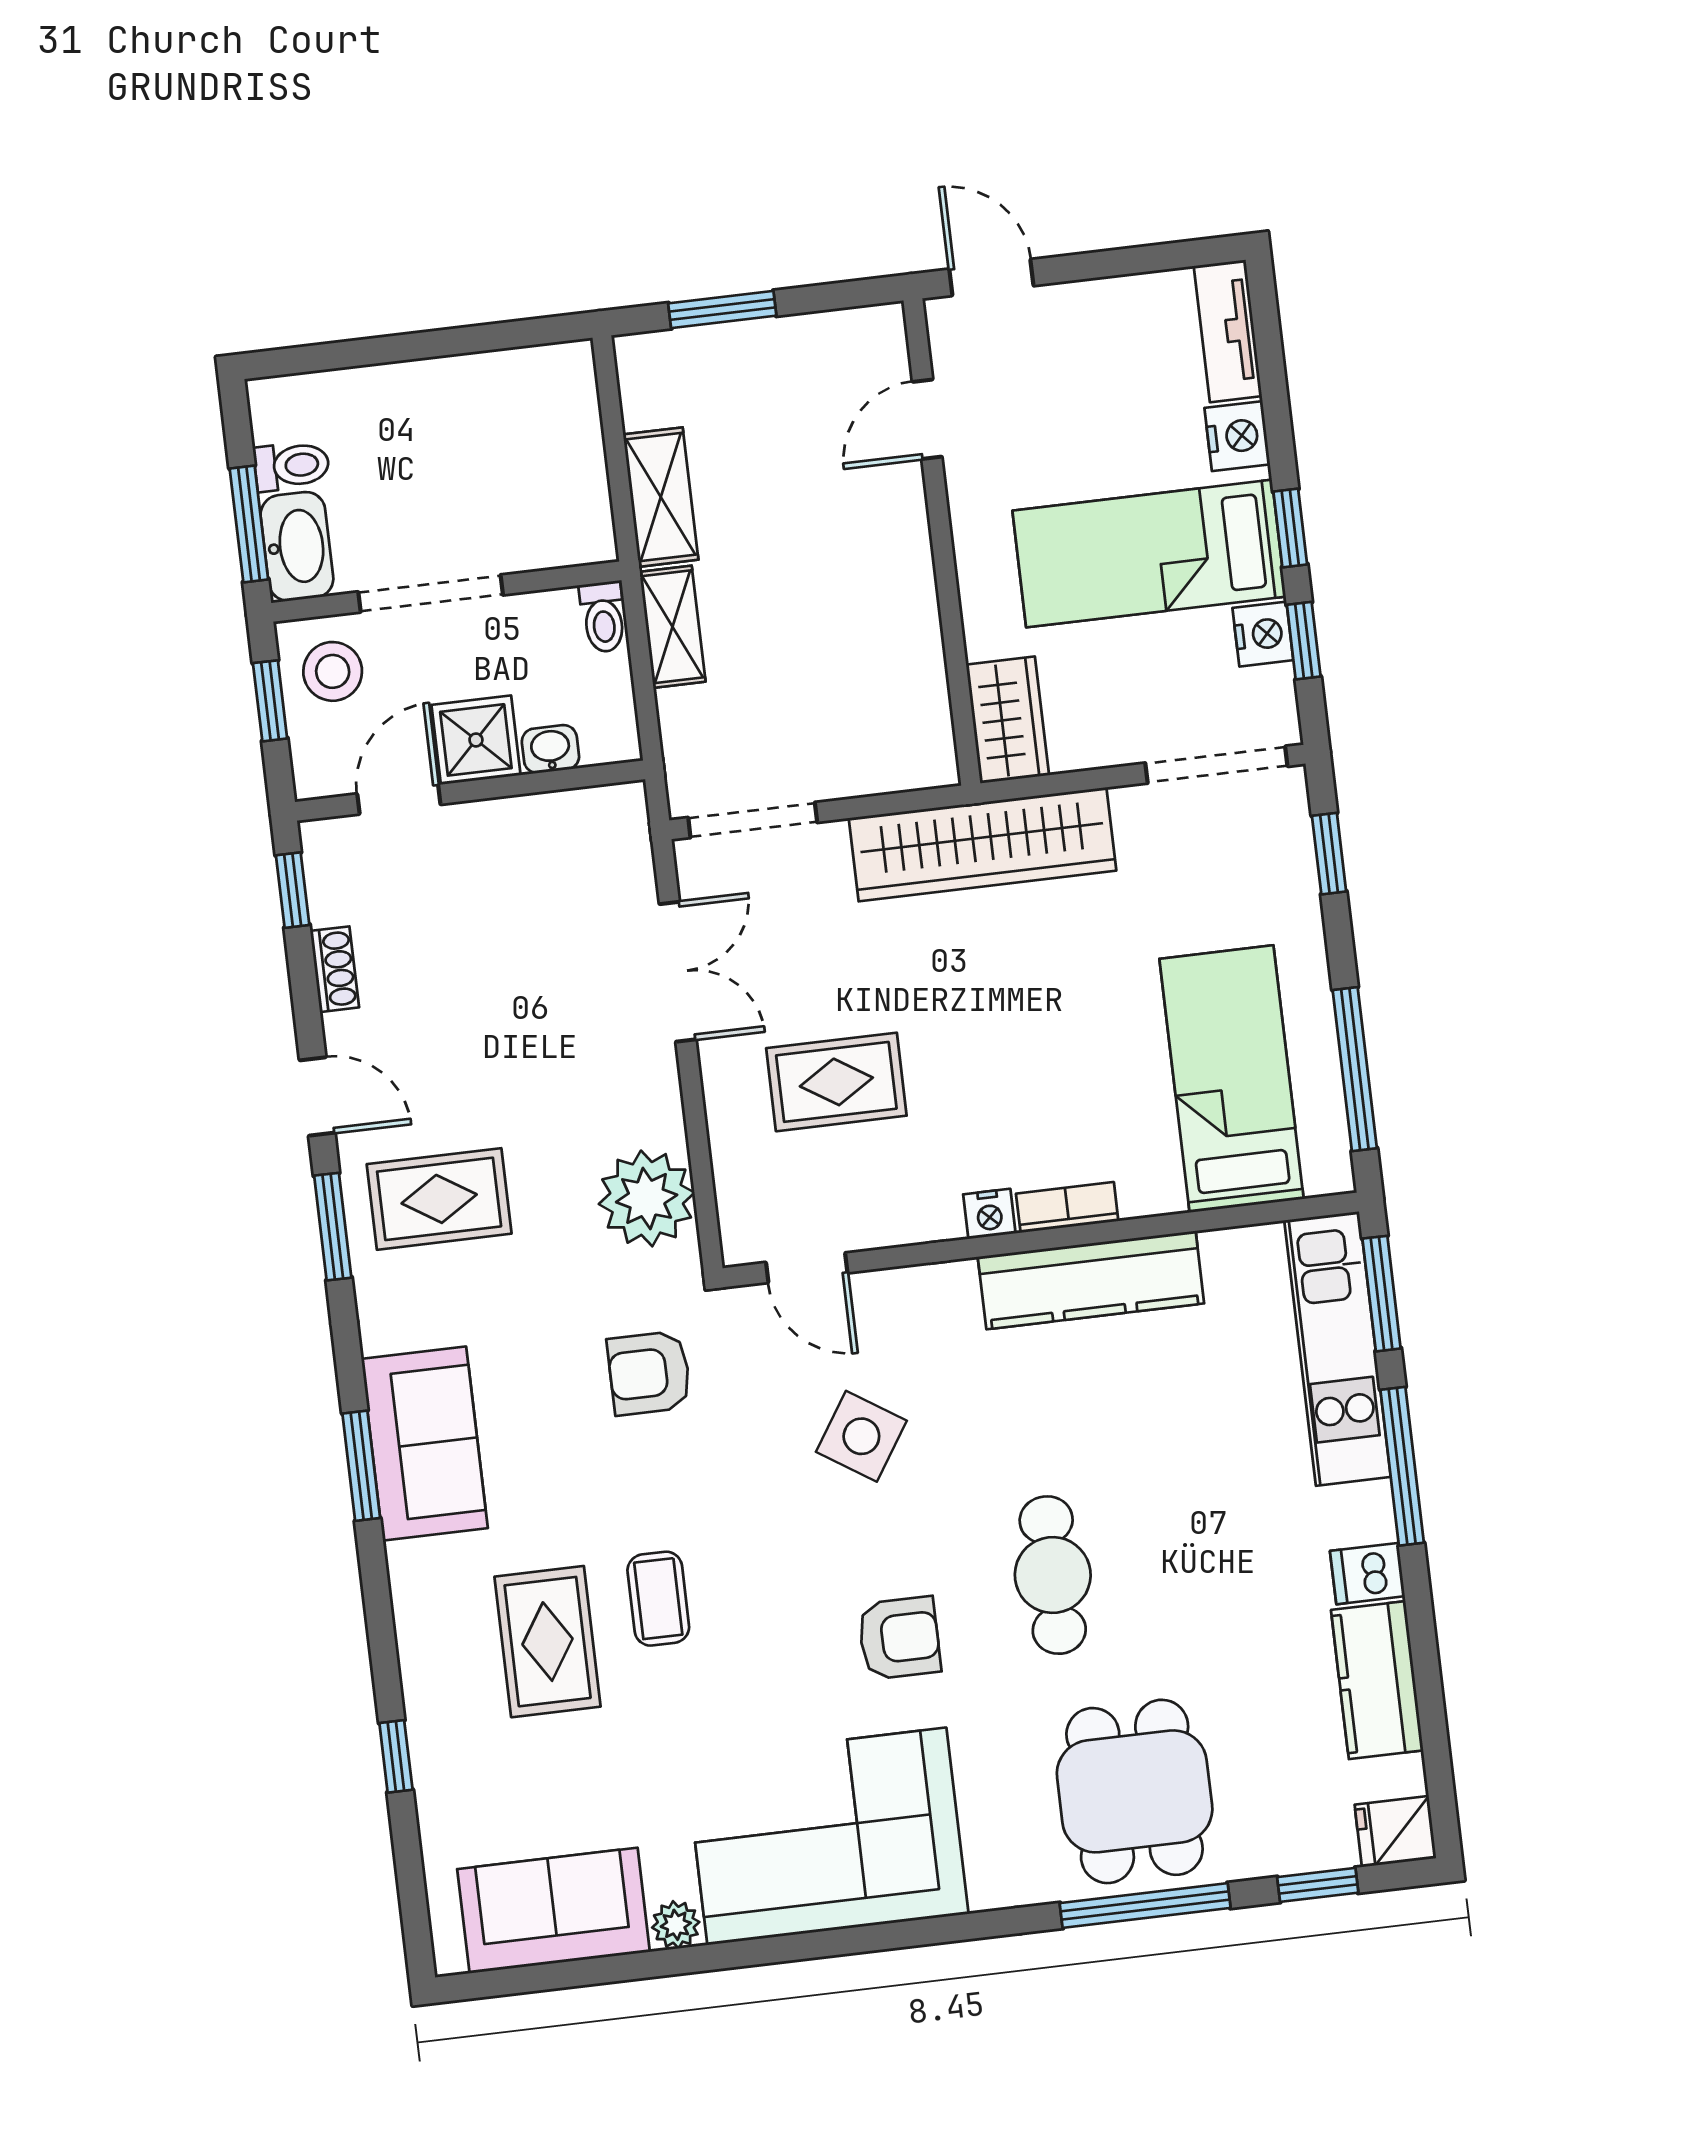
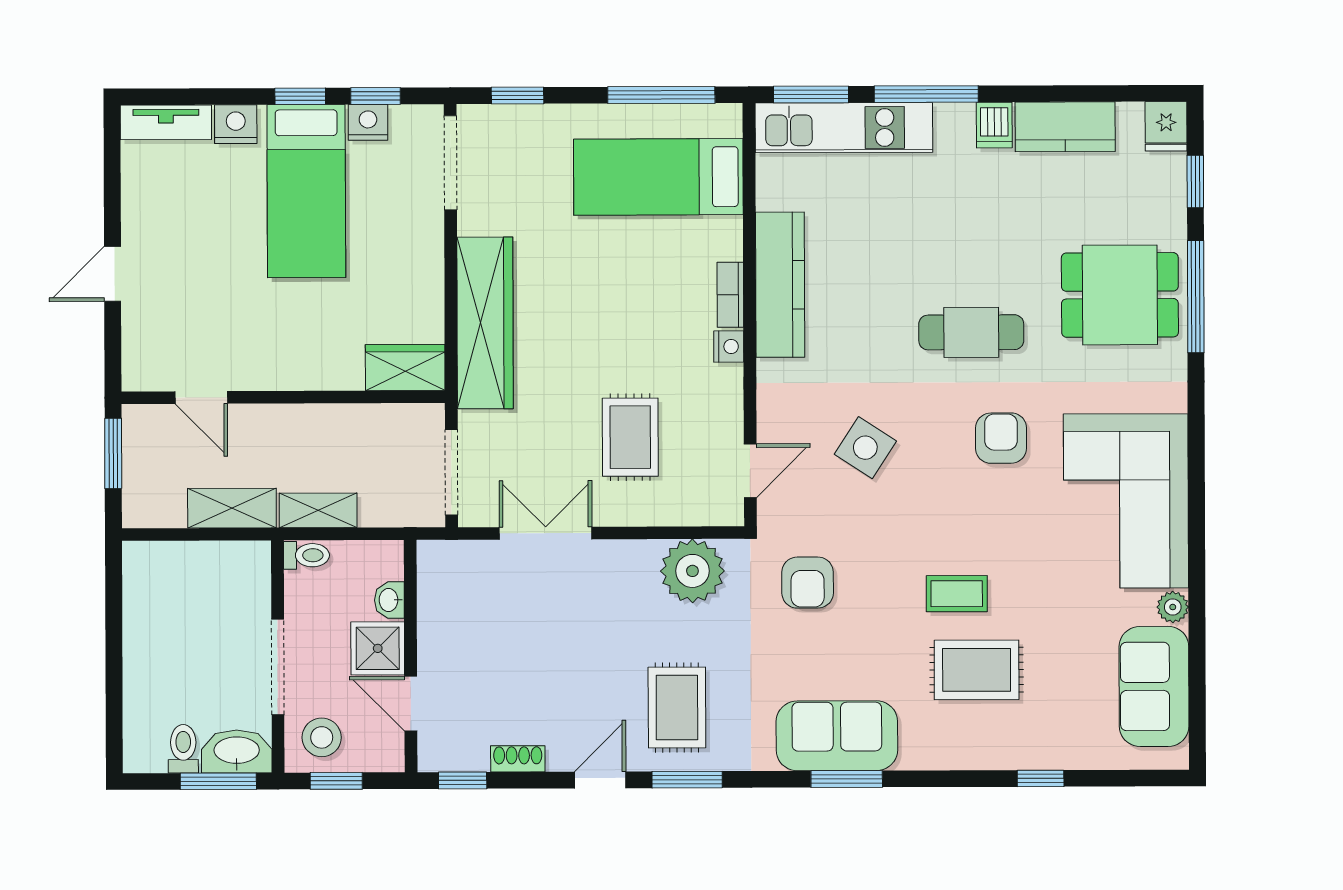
door: (927, 419) -> (201, 397), moved
wall: (942, 542) -> (283, 397), moved
wardrobe: (1007, 720) -> (405, 368), moved

